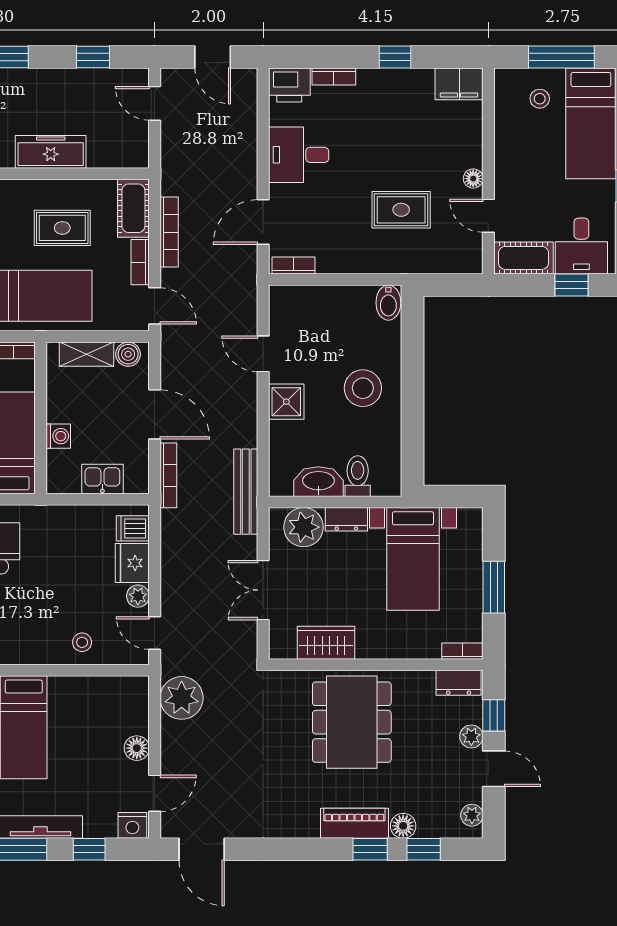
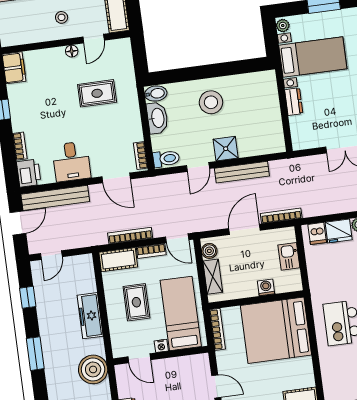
stool: (540, 99) -> (62, 17), moved
bench: (244, 121) -> (55, 198), added
rug: (401, 210) -> (97, 93), turned 90
door: (155, 306) -> (177, 238), swing flipped
toilet: (358, 476) -> (166, 159), moved, turned 180
washbasin: (318, 482) -> (157, 118), moved, turned 180
bench: (246, 492) -> (242, 172), moved
plant: (304, 527) -> (283, 26), moved, width x0.53, depth x0.53

